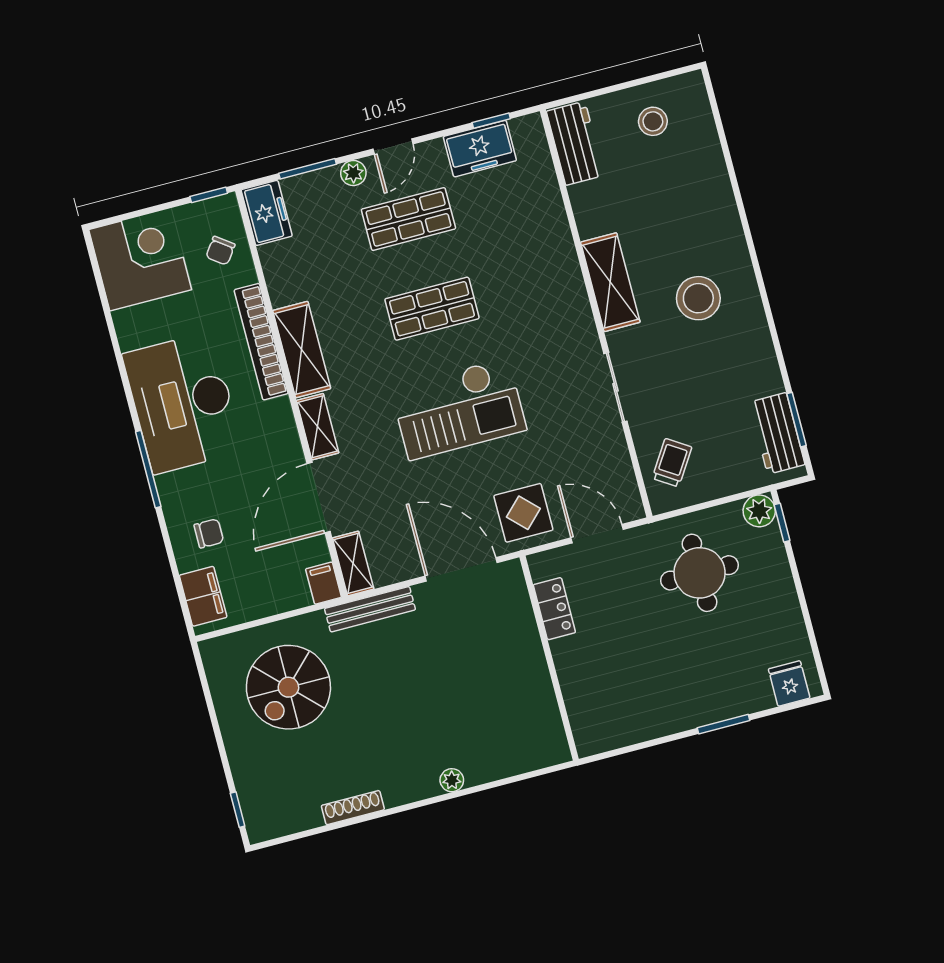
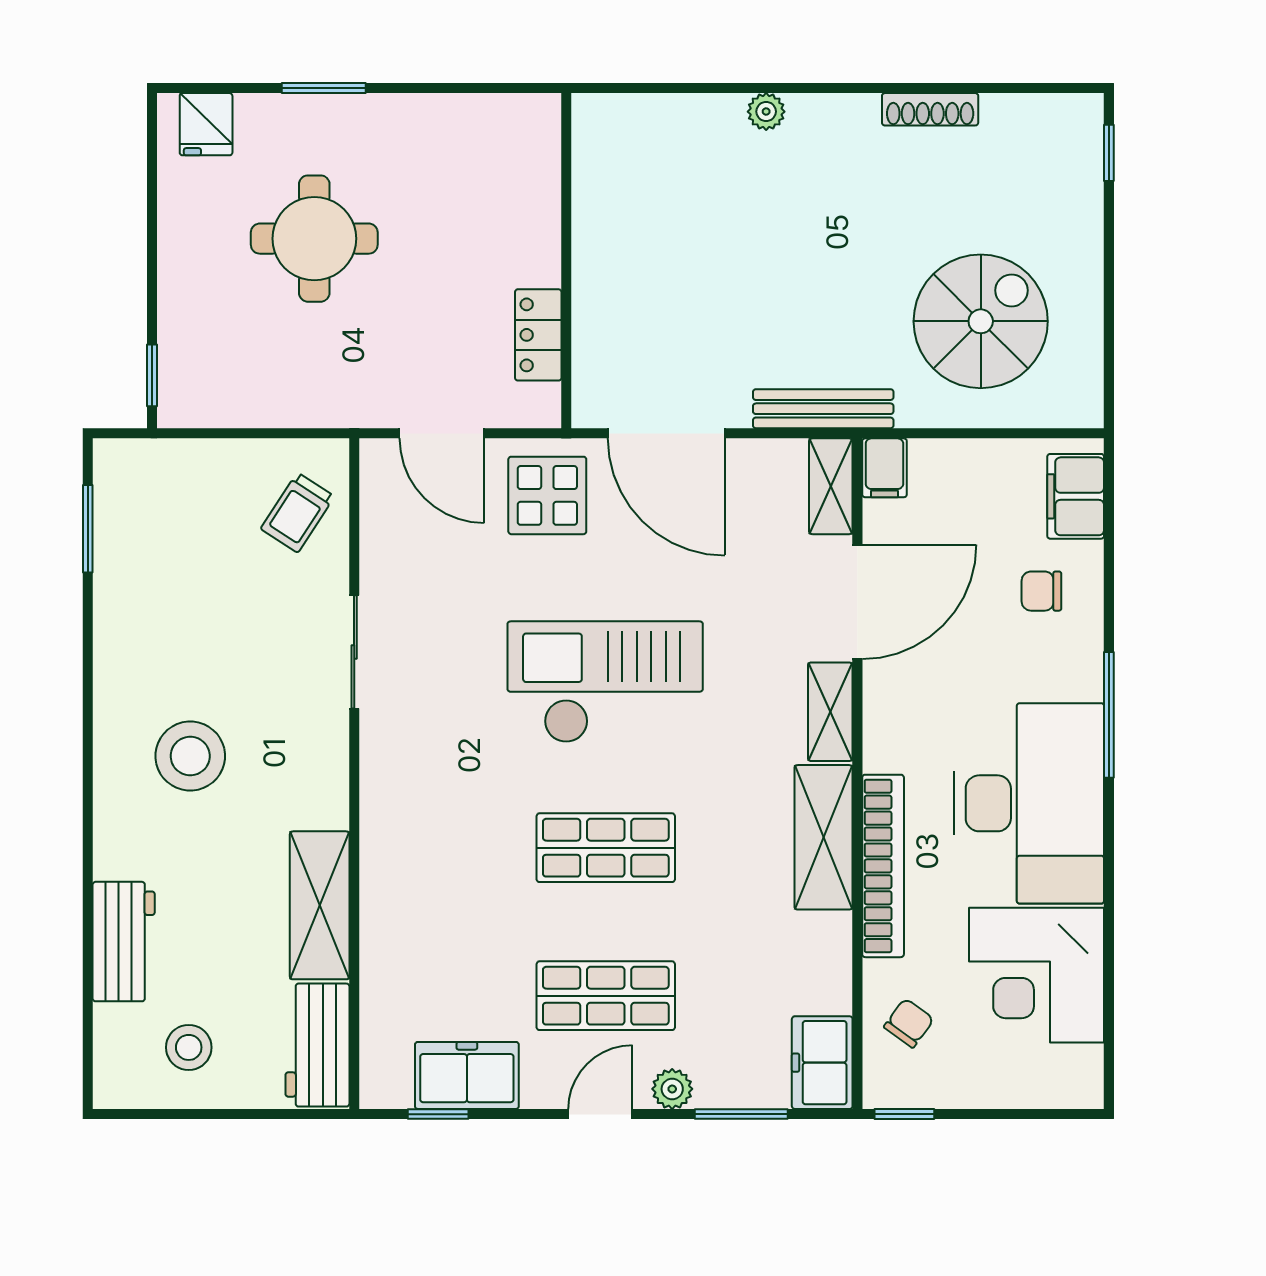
corner desk: (140, 260) -> (1037, 975), moved
shelving: (610, 282) -> (320, 905), moved
workbench: (777, 433) -> (124, 942), moved
plant: (759, 511) -> (182, 403), removed
round table: (700, 573) -> (314, 239), moved

